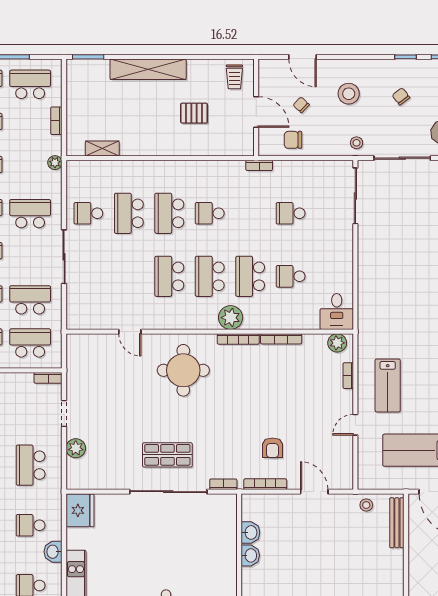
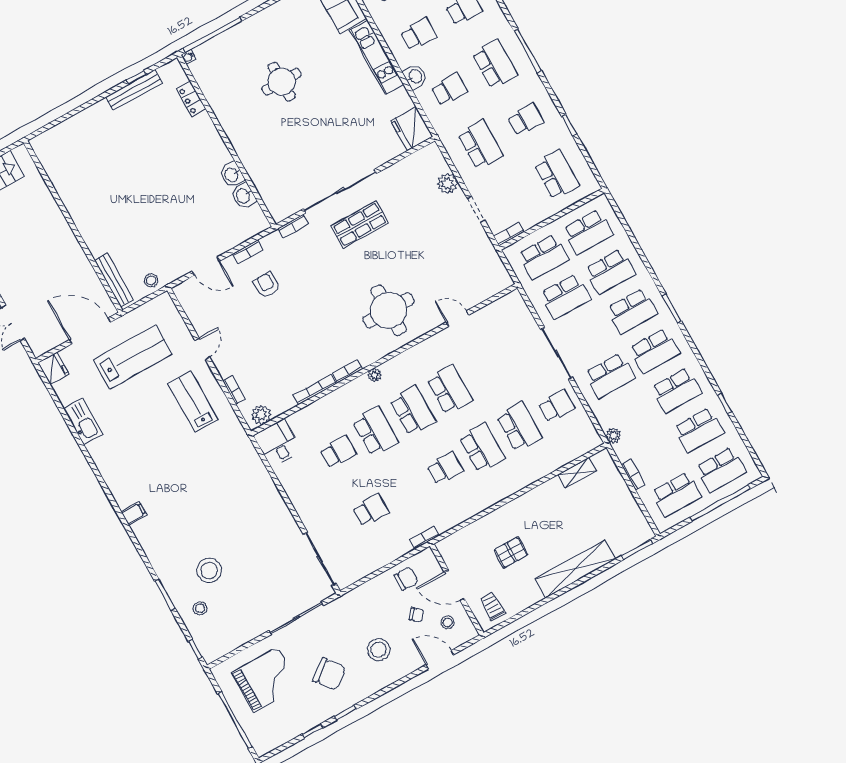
chair: (401, 96) -> (329, 674), width x1.87, depth x1.87
stool: (357, 143) -> (448, 622), moved
plant: (231, 318) -> (374, 375), width x0.53, depth x0.53
bookcase: (238, 339) -> (347, 371), width x0.64
bookcase: (265, 484) -> (248, 252), width x0.64

